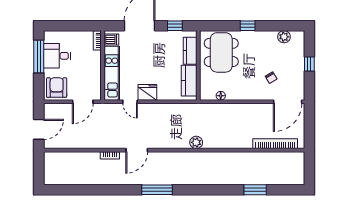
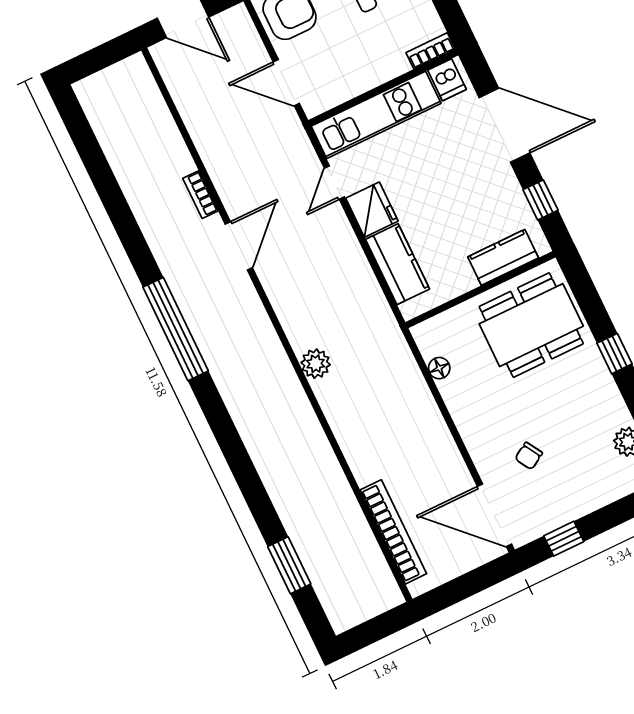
window: (309, 64) -> (564, 539), moved
kitchen counter: (189, 81) -> (398, 264), moved, turned 90
door: (137, 150) -> (239, 246), swing flipped
window: (157, 190) -> (176, 329), width x1.46
window: (255, 190) -> (289, 565), moved

